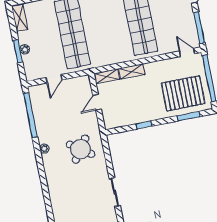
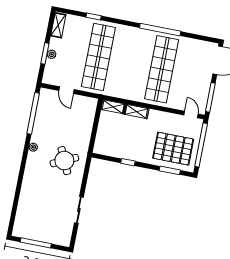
door: (54, 79) -> (66, 90), hinge flipped
door: (97, 102) -> (95, 126), removed
round table: (80, 149) -> (64, 161), turned 30

